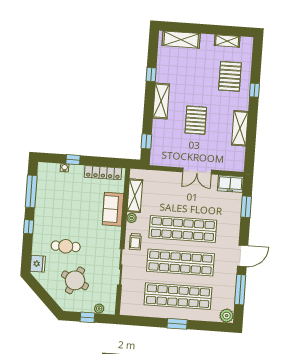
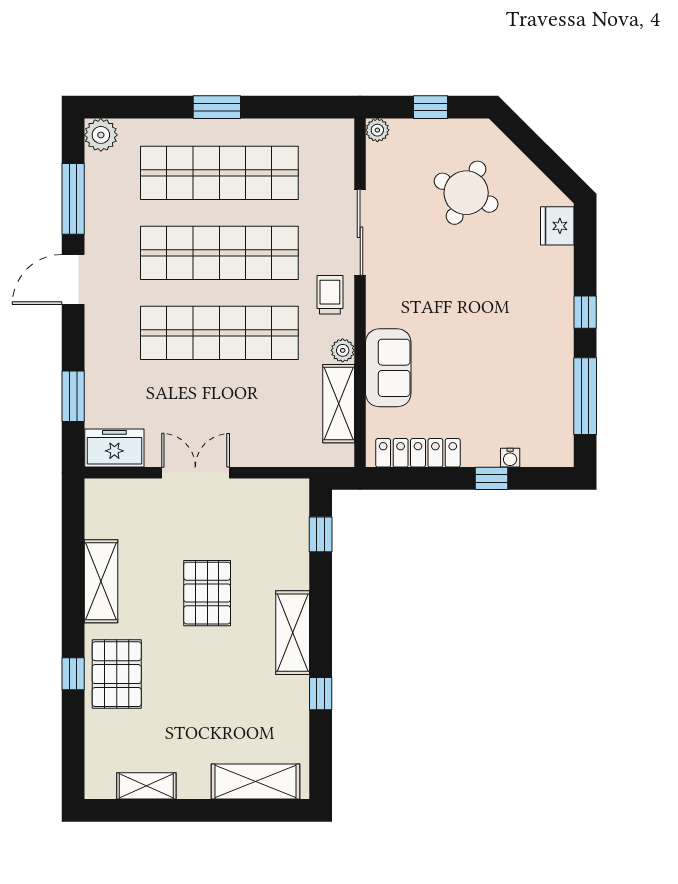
pallet: (230, 76) -> (117, 674), moved
cafe table: (66, 246) -> (494, 272), removed
plant: (99, 309) -> (377, 130), moved

